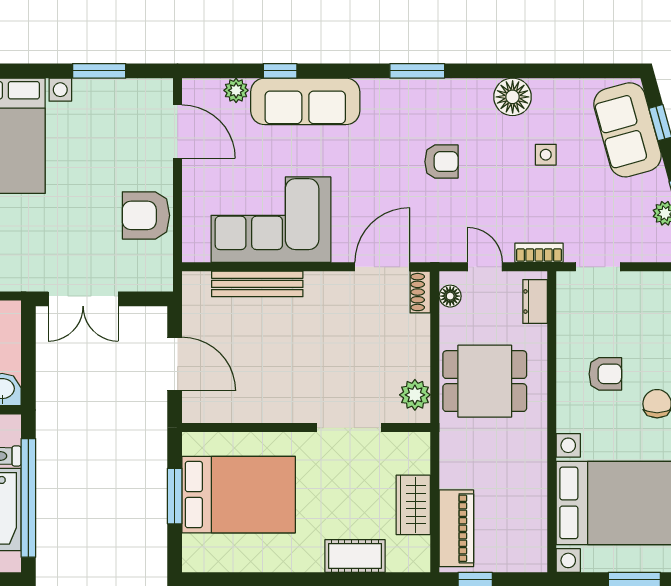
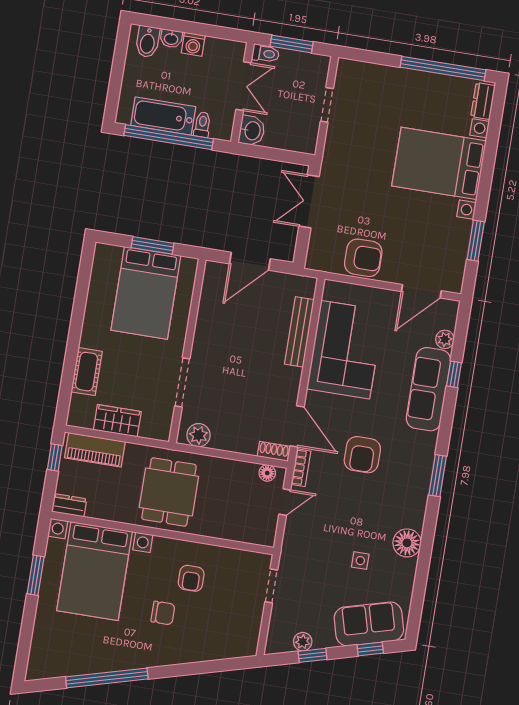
armchair: (441, 162) -> (362, 455), moved, width x1.38, depth x1.38
armchair: (146, 215) -> (363, 258), turned 90
bookcase: (539, 253) -> (301, 468), moved
dresser: (535, 302) -> (69, 505), moved
dining table: (485, 381) -> (169, 492), moved

